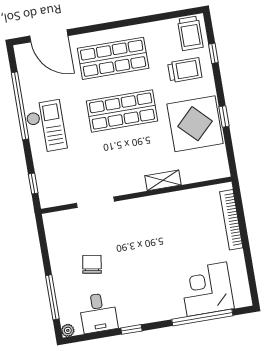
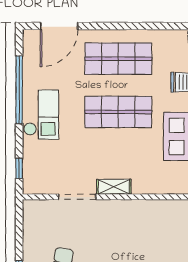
door: (49, 36) -> (59, 26), hinge flipped
shelving: (163, 180) -> (114, 187), moved

